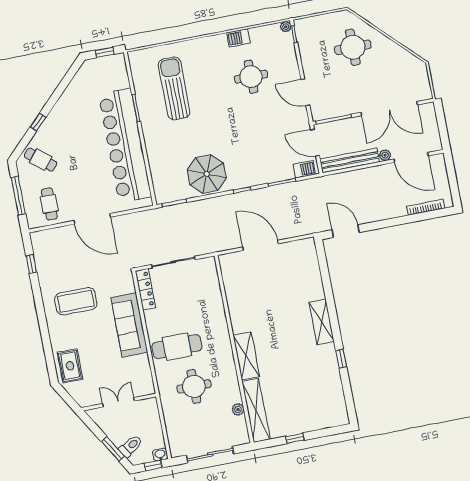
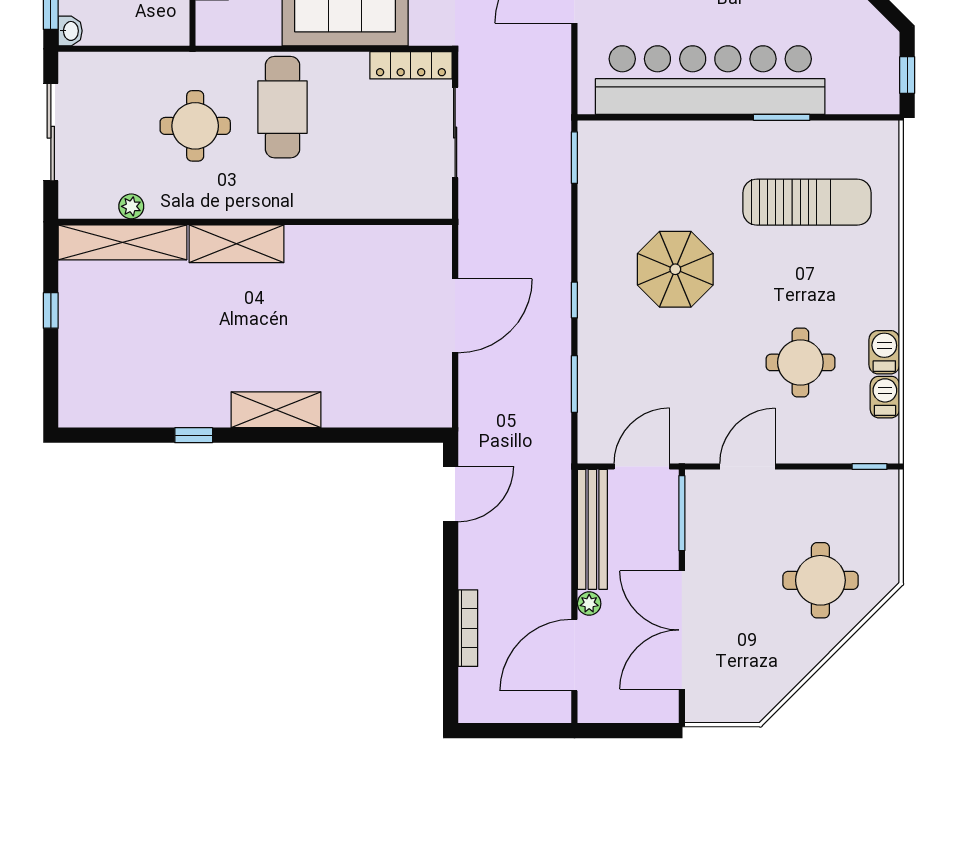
plant: (286, 27) -> (888, 452), removed
barbecue: (304, 169) -> (885, 397), moved, turned 180
parasol: (207, 174) -> (675, 269), moved
bookcase: (426, 207) -> (468, 628), moved

